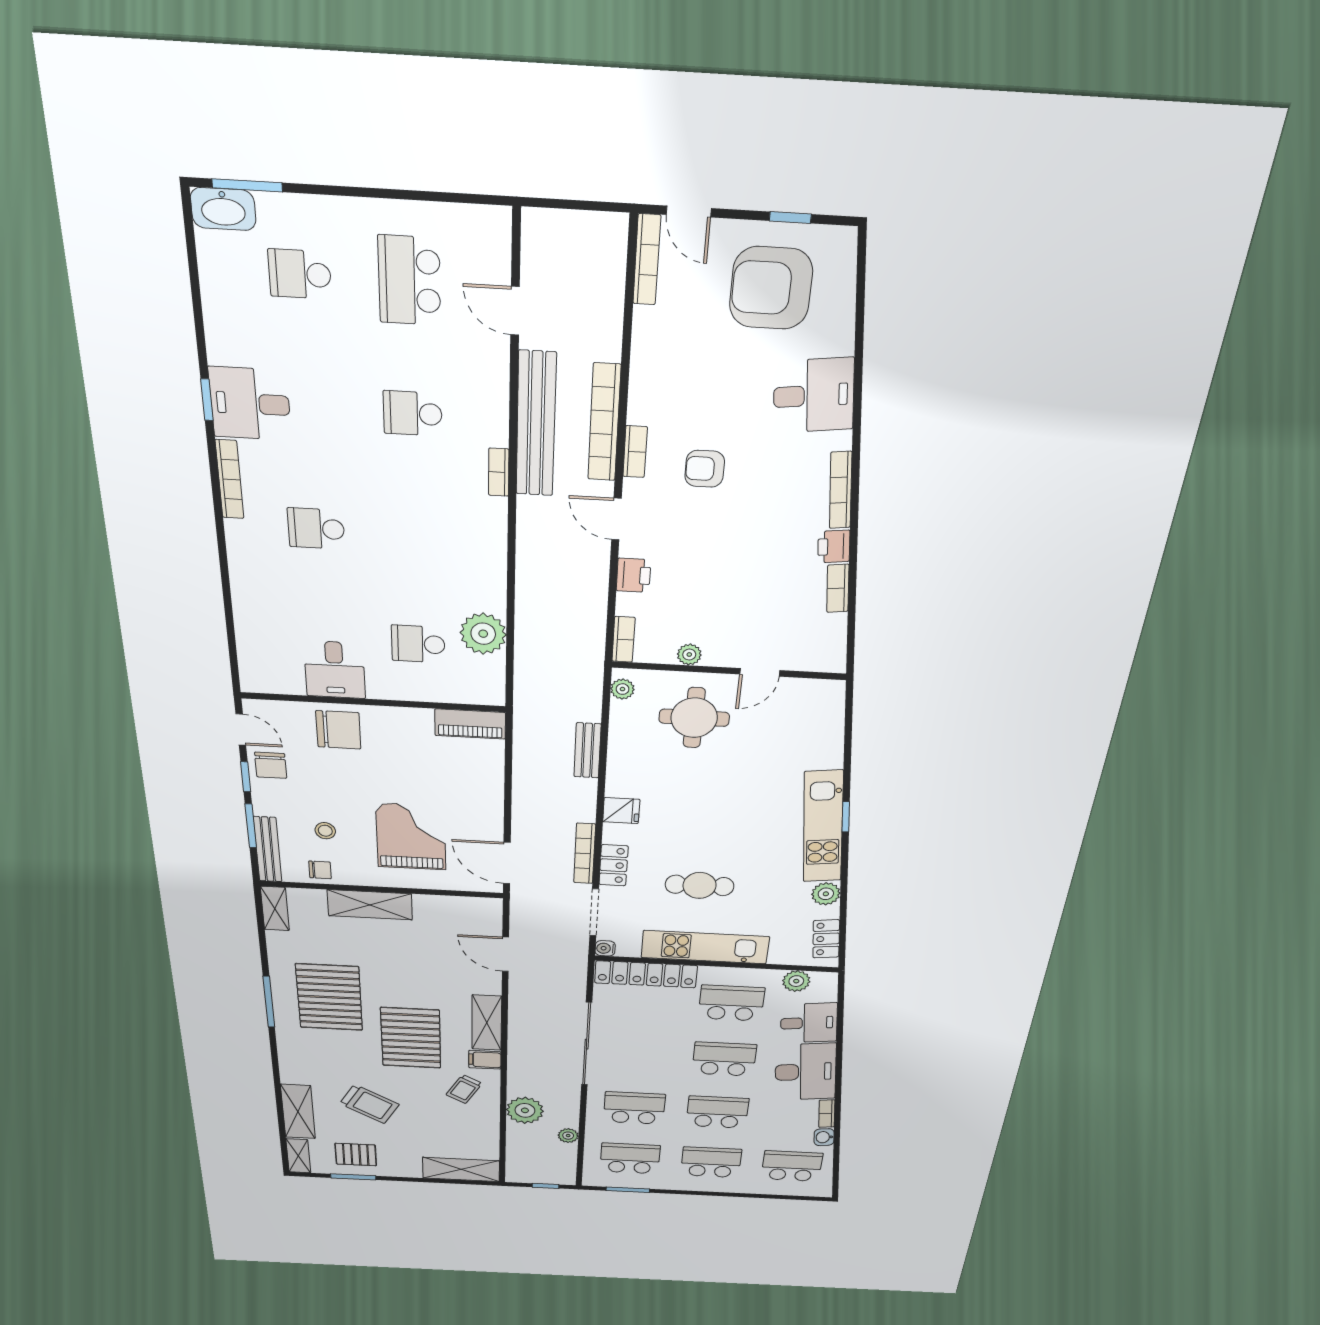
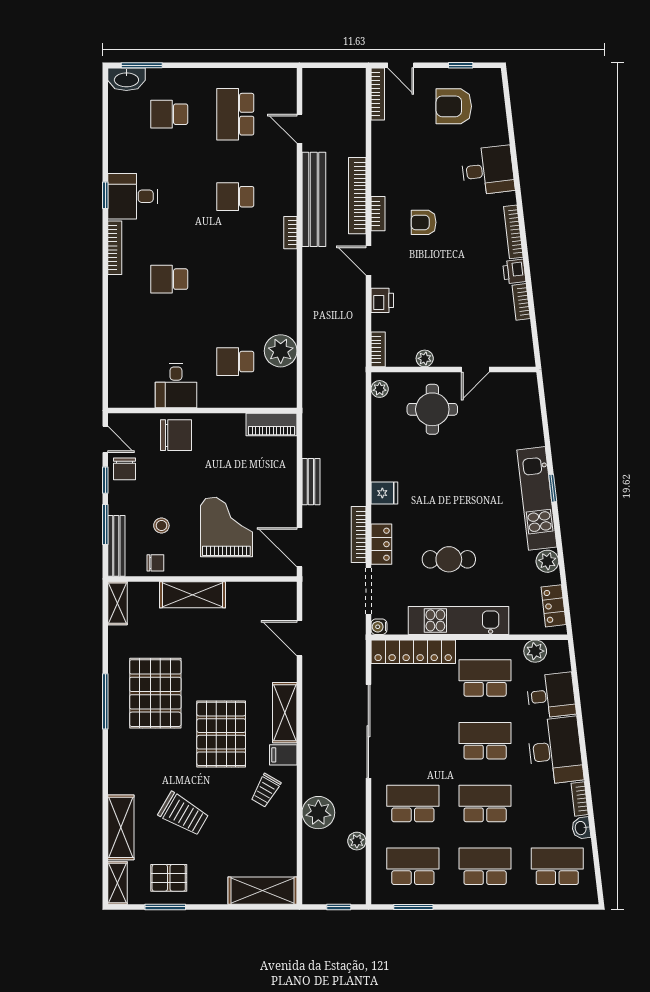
armchair: (771, 288) -> (454, 106), width x0.73, depth x0.73
bench: (588, 750) -> (311, 482), moved

